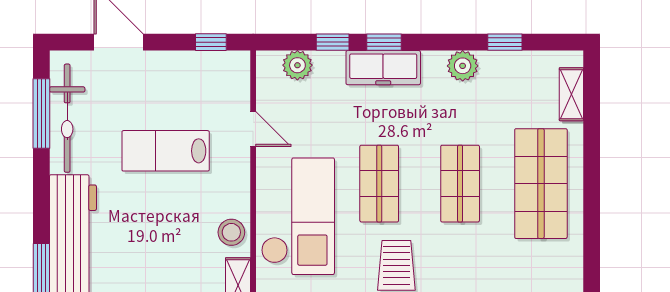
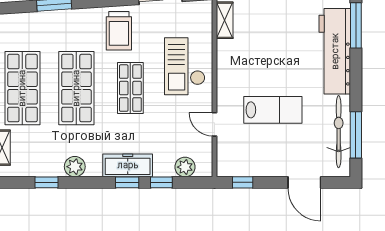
shop shelf: (460, 184) -> (76, 88), width x1.43, depth x1.36
checkout: (298, 216) -> (185, 66), width x0.73, depth x0.83
stool: (231, 232) -> (229, 56), removed

